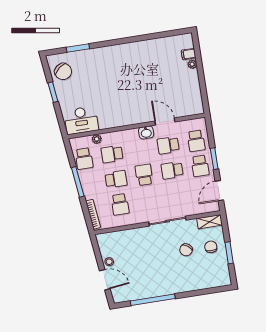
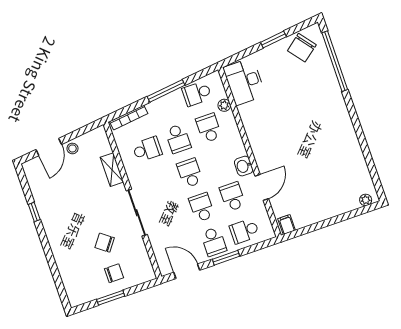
window: (78, 48) -> (335, 61), width x2.11
filing cabinet: (189, 54) -> (287, 224), moved
plant: (192, 64) -> (366, 200), moved
school desk: (200, 166) -> (214, 242), turned -90
school desk: (144, 175) -> (190, 173), turned -90
school desk: (120, 204) -> (147, 149), turned 180
shelving: (209, 222) -> (112, 170), moved
window: (153, 300) -> (34, 212), width x0.32

